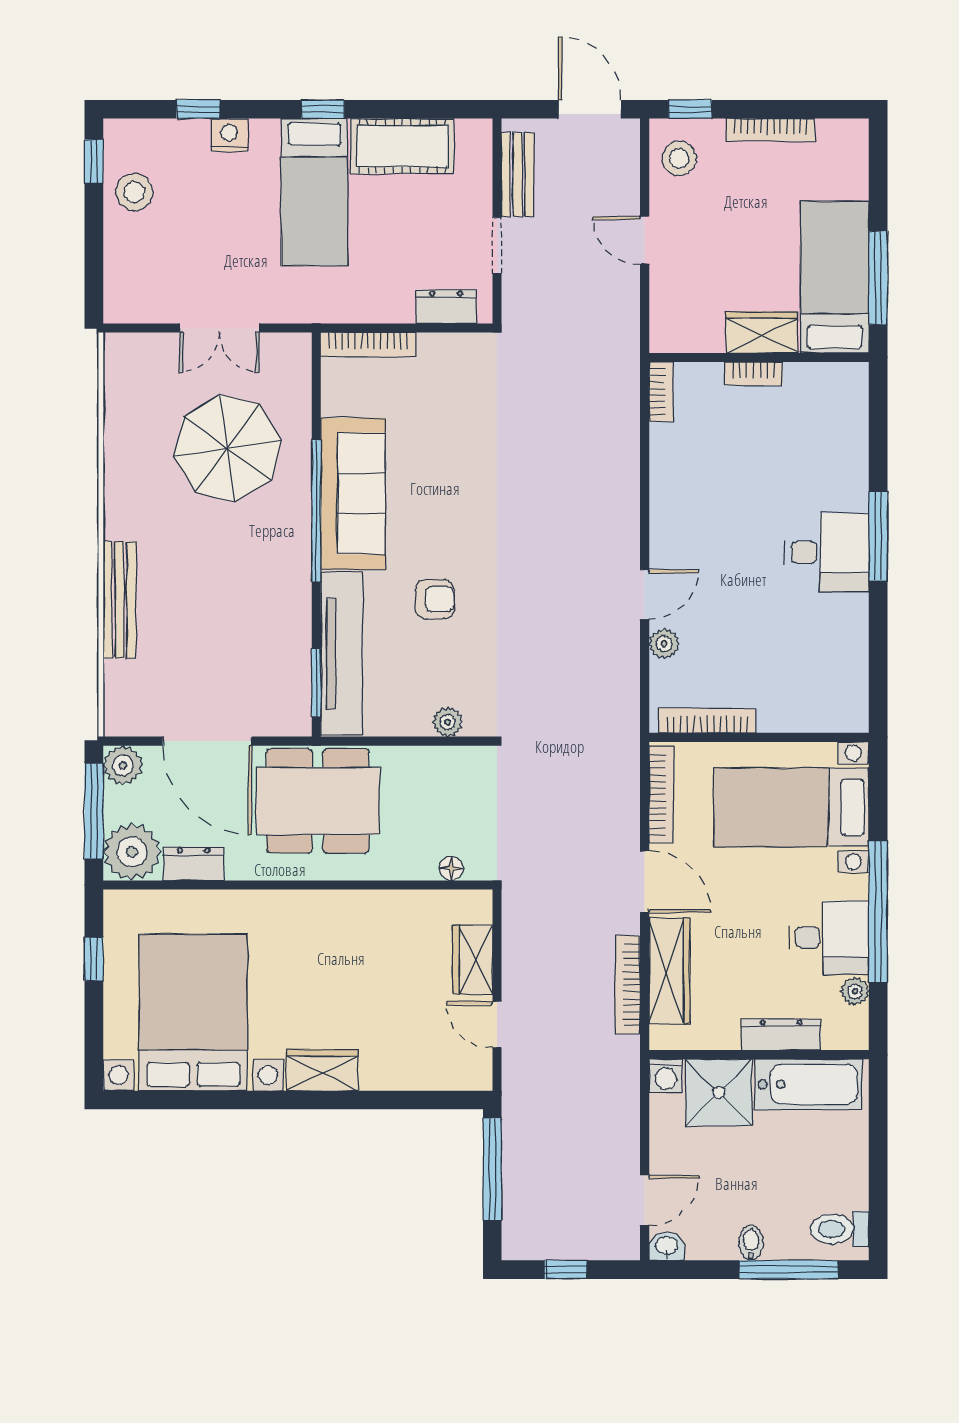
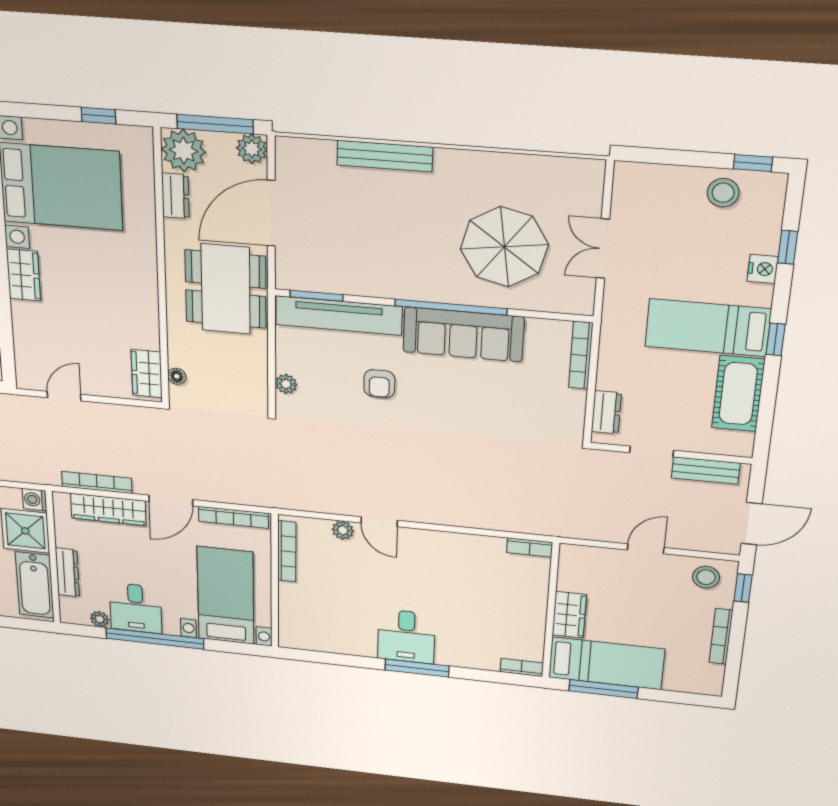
bookcase: (754, 374) -> (522, 667), moved, turned 90
wardrobe: (473, 960) -> (147, 374), moved, turned -90

